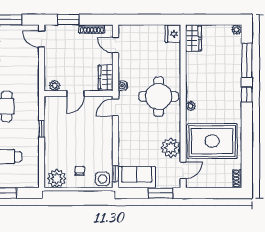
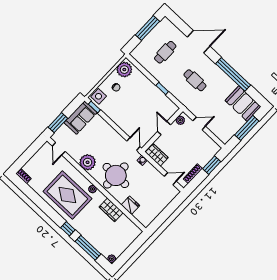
fridge: (173, 34) -> (130, 205), moved
wardrobe: (193, 38) -> (111, 210), moved
door: (42, 39) -> (199, 123), moved
rug: (212, 141) -> (67, 195), moved, turned 90
plant: (171, 148) -> (88, 162), moved

